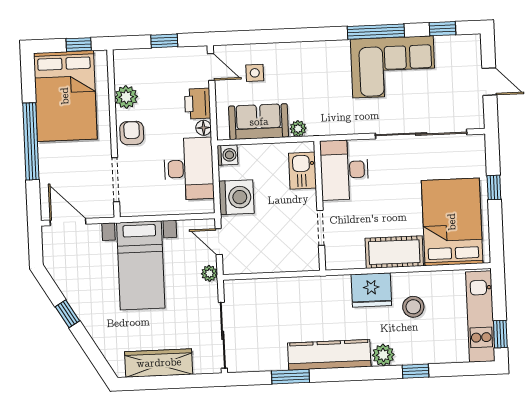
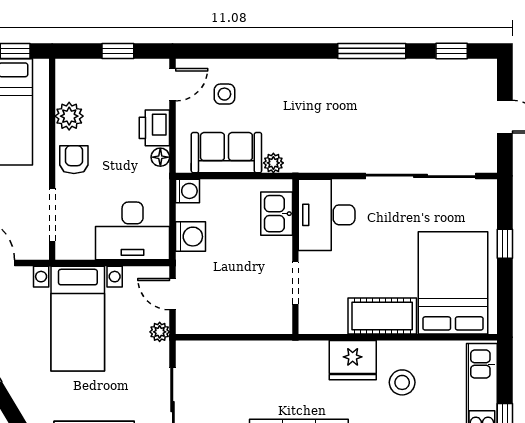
door: (211, 67) -> (173, 85), hinge flipped
corner sofa: (393, 67) -> (390, 94), removed
desk: (189, 169) -> (133, 231), moved, turned 90
washing machine: (236, 197) -> (190, 237), width x0.73, depth x0.73

